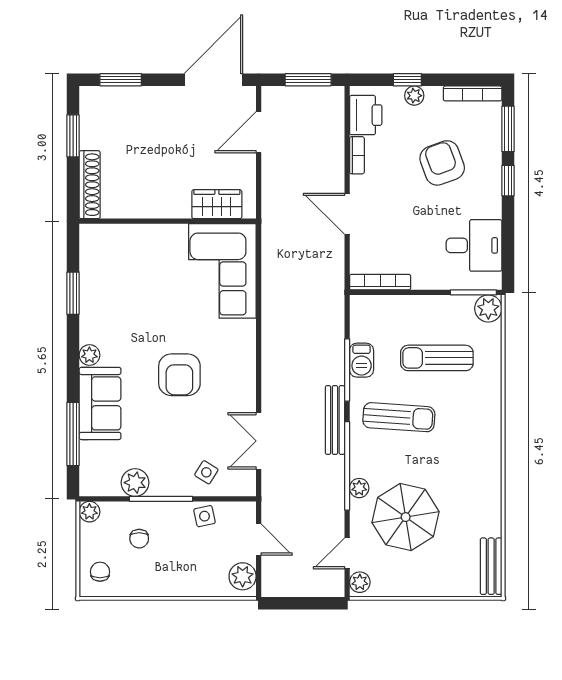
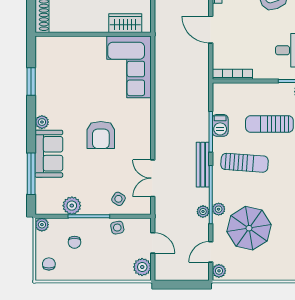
plant: (335, 492) -> (203, 212), added

